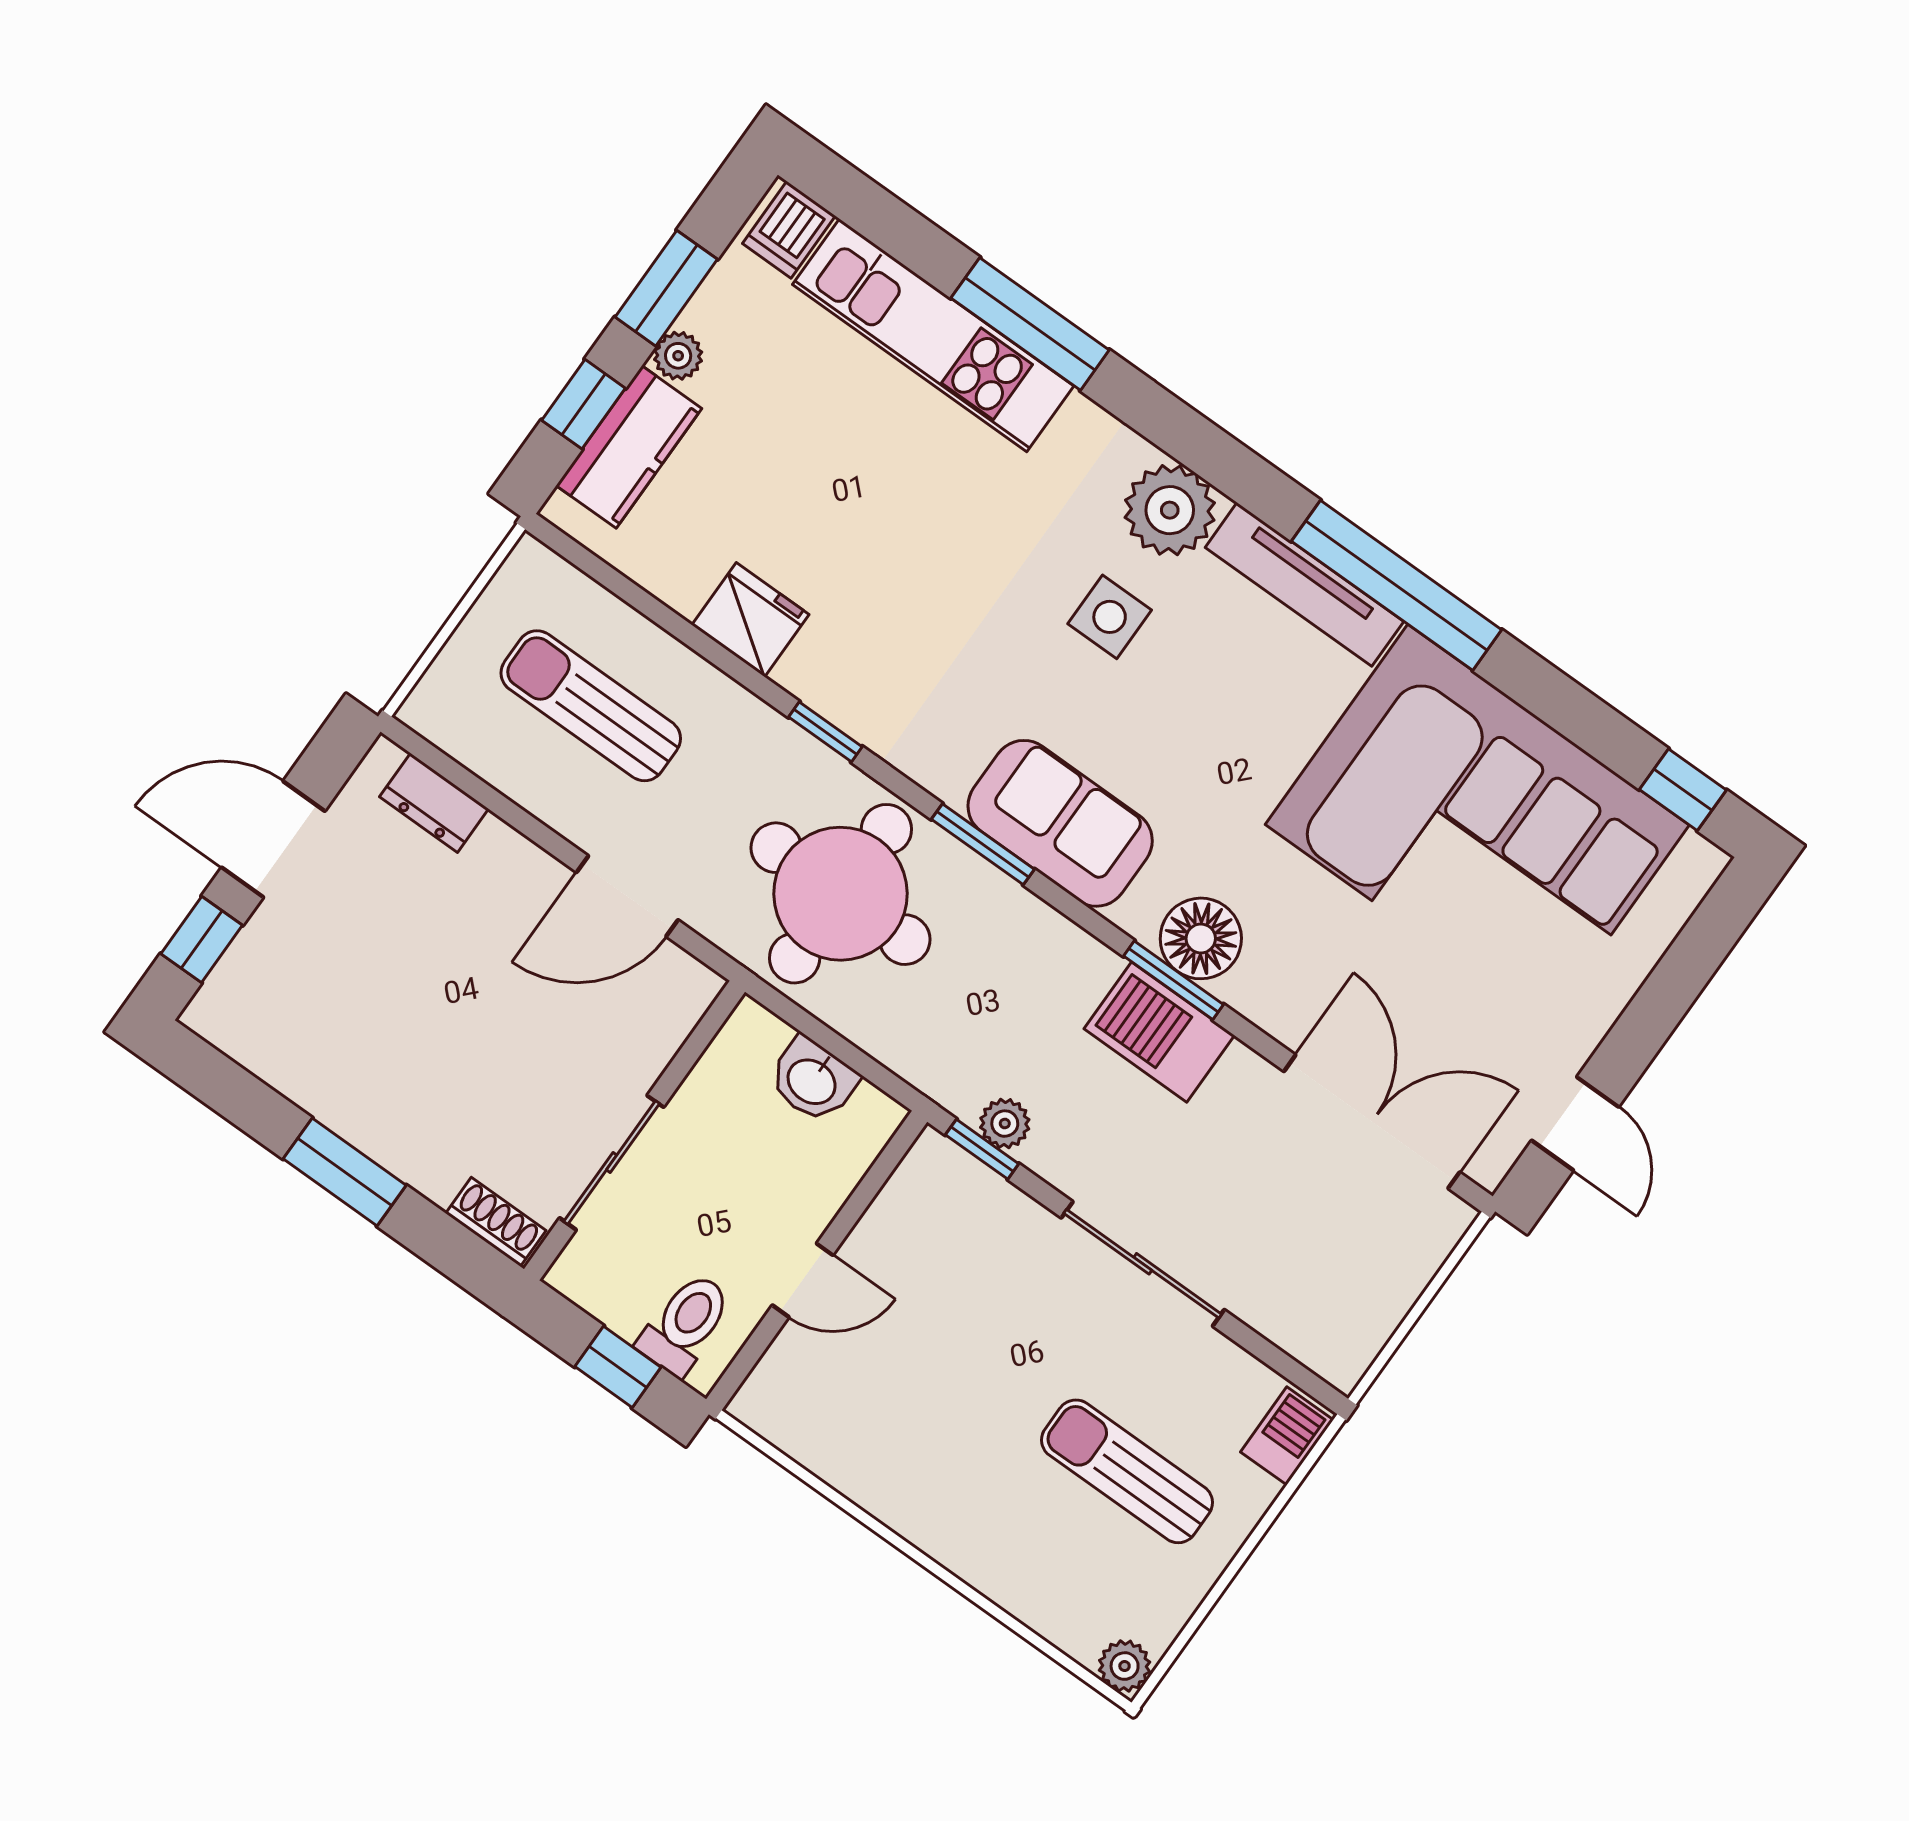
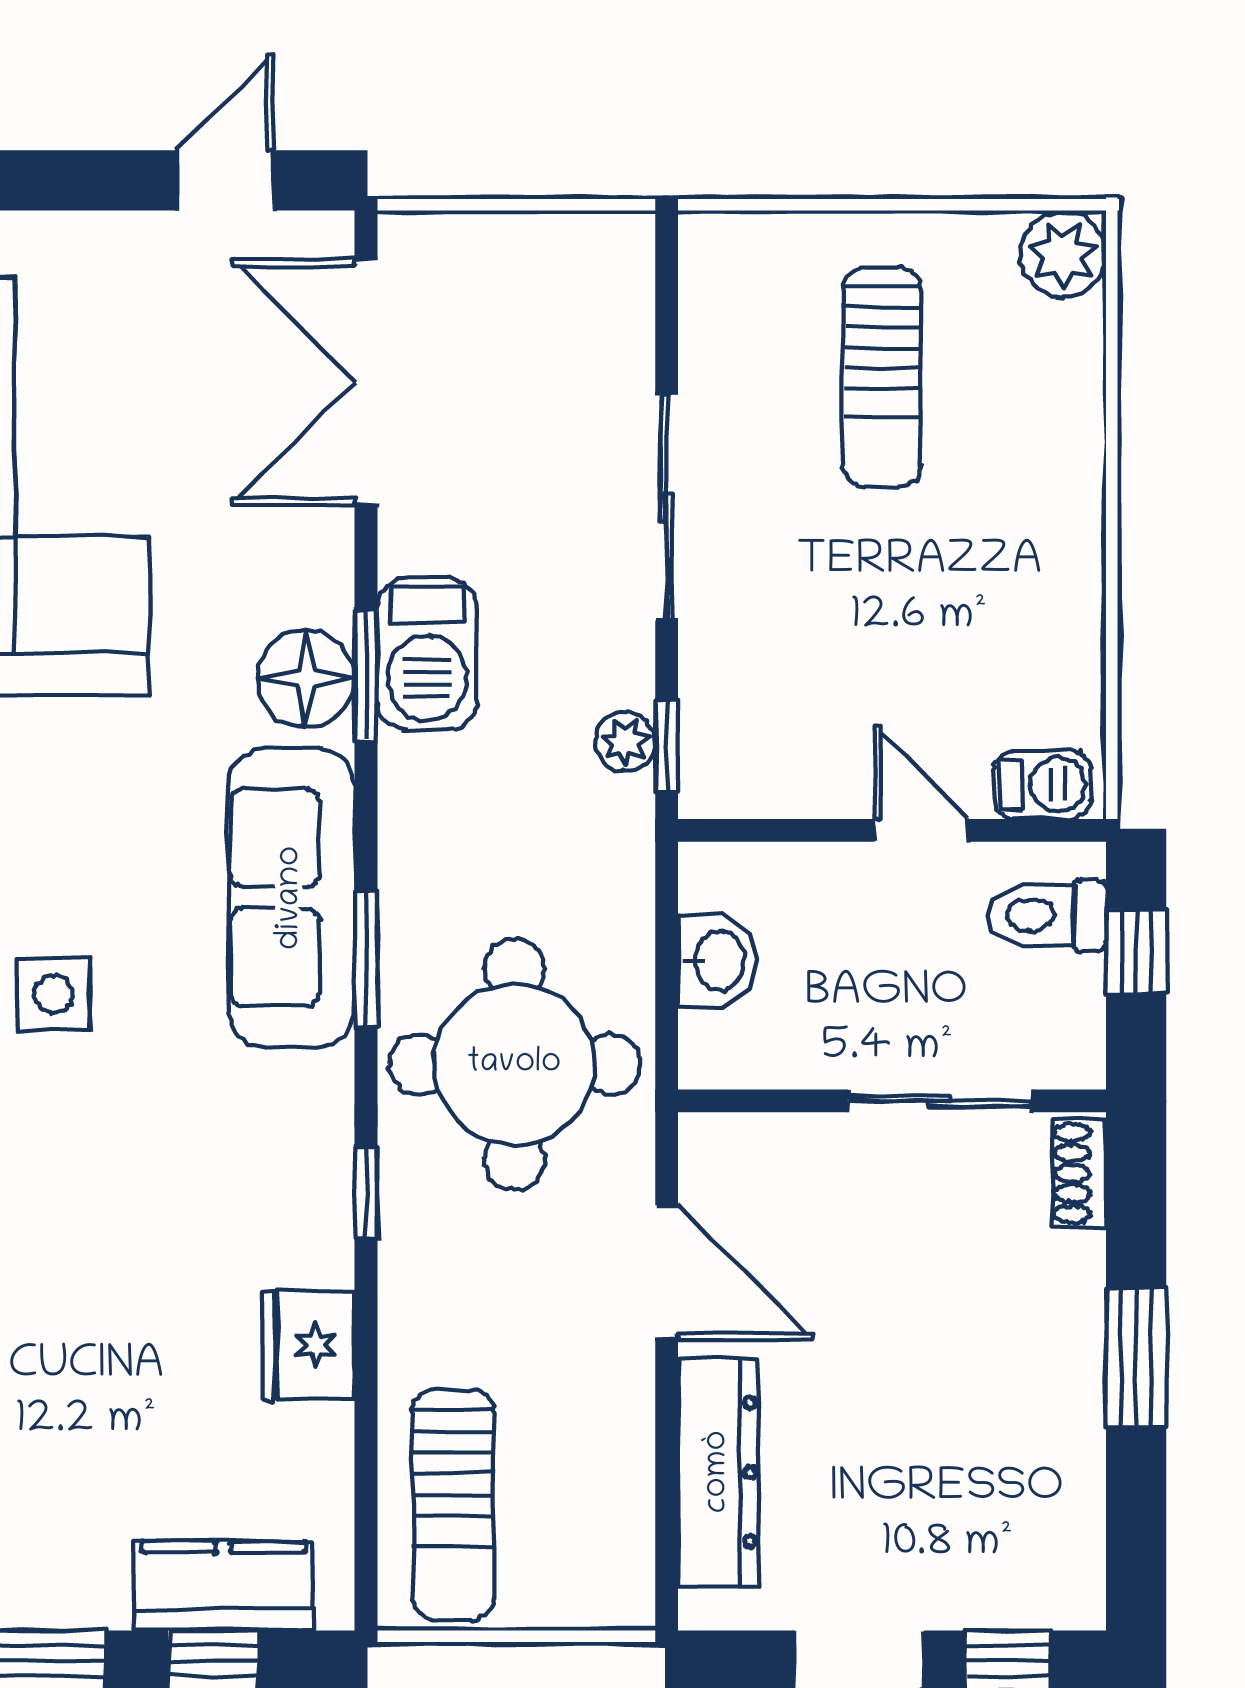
plant: (678, 356) -> (99, 1602), removed
sun lounger: (591, 706) -> (453, 1505), moved
dresser: (434, 803) -> (718, 1472), width x1.96, depth x1.24
sofa: (1060, 823) -> (291, 898), width x1.36
barbecue: (1287, 1436) -> (1042, 785), moved, turned 180
plant: (1125, 1666) -> (1063, 255), width x1.38, depth x1.38

